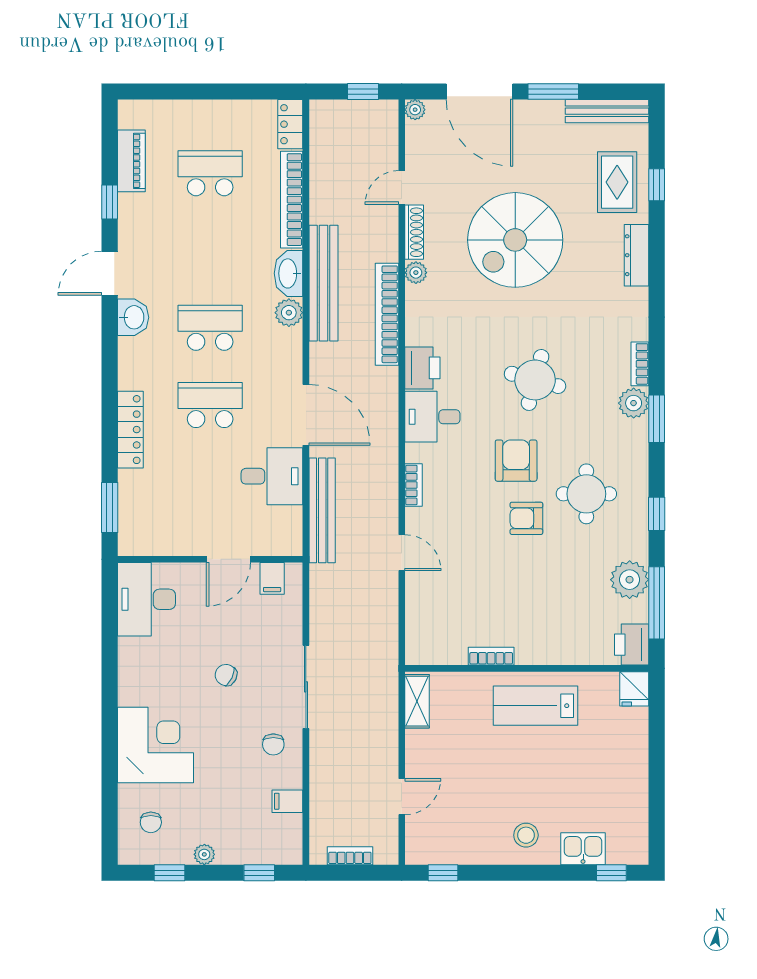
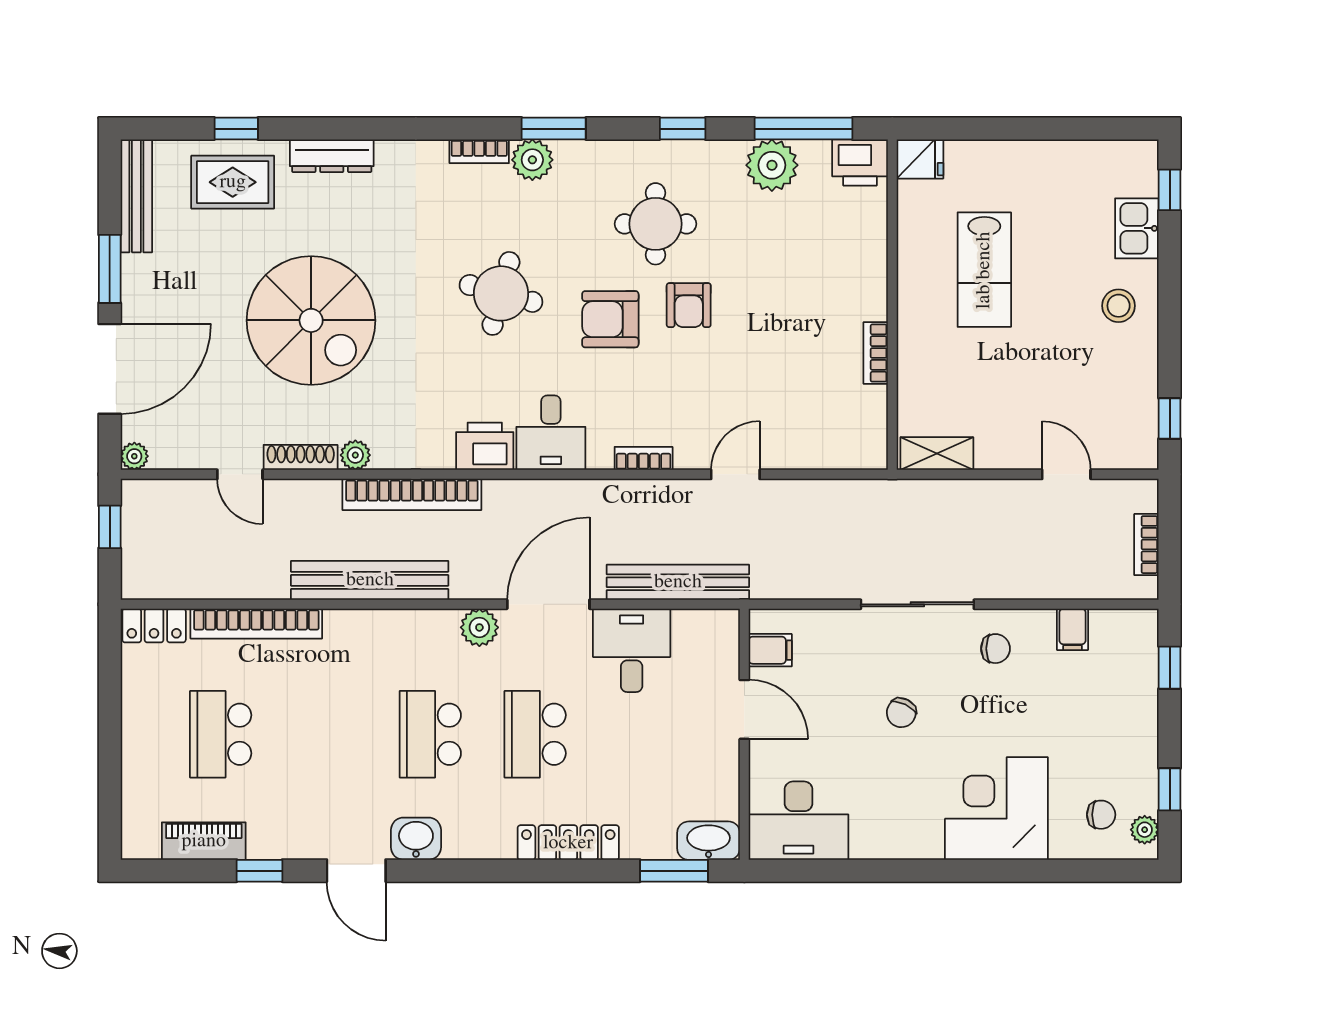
washbasin: (289, 273) -> (709, 841), moved, turned 180
plant: (289, 313) -> (479, 627), moved
lab bench: (535, 706) -> (984, 270), moved
plant: (204, 854) -> (1145, 830), moved

